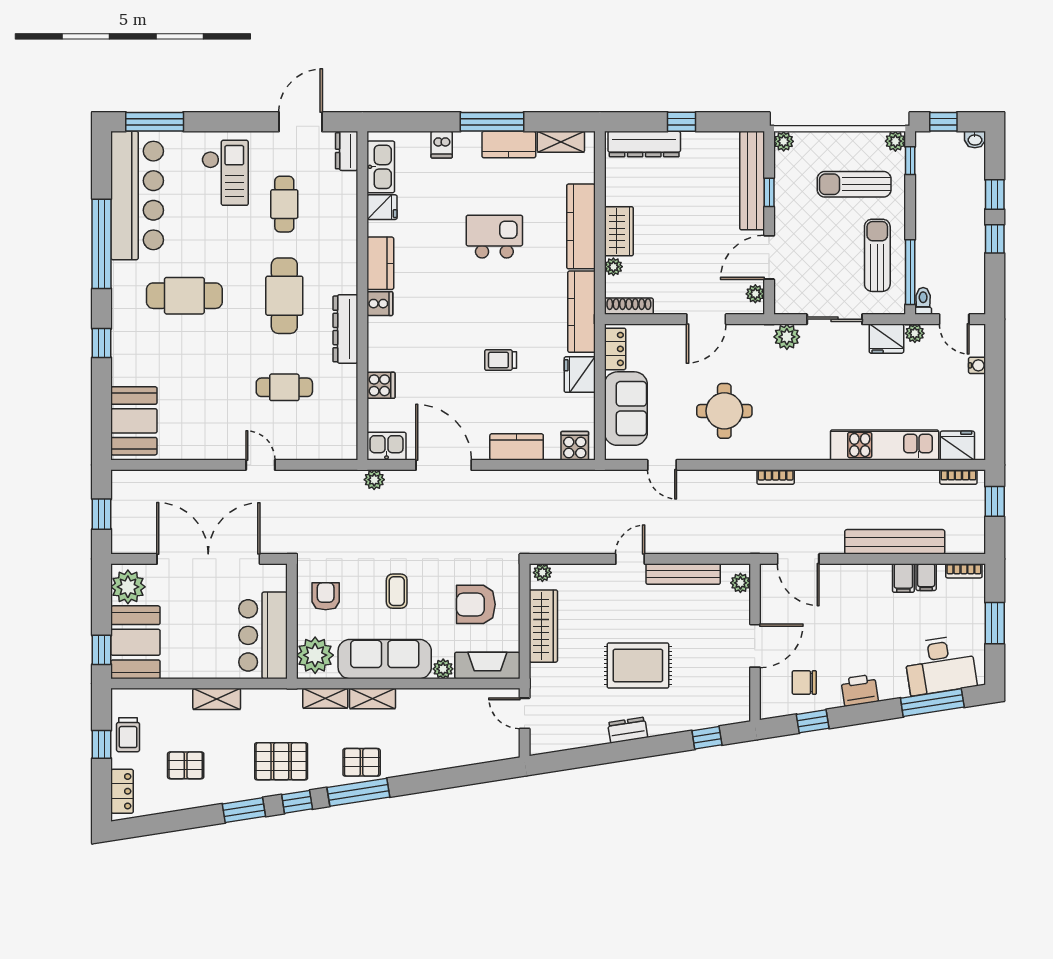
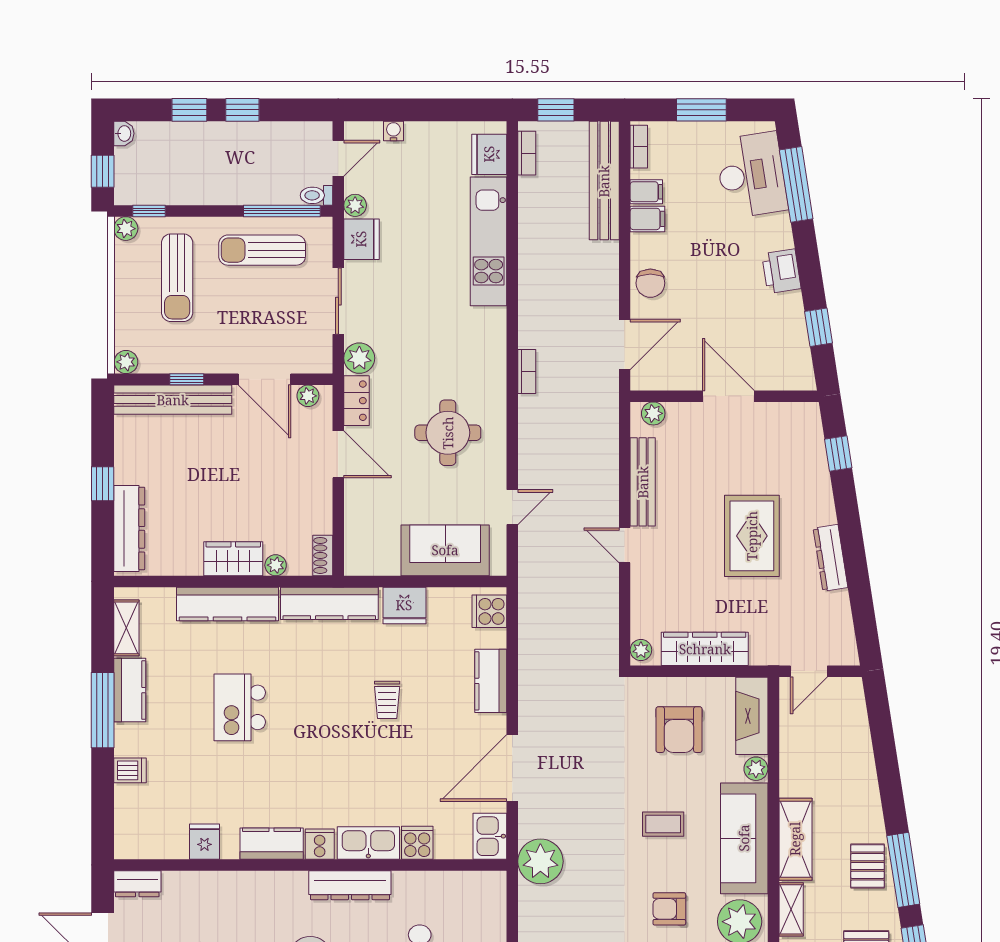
kitchen sink: (381, 167) -> (368, 843), moved
shoe rack: (629, 306) -> (323, 555), width x0.70
locker: (615, 349) -> (357, 401), moved, turned 90
plant: (374, 480) -> (540, 861), width x1.88, depth x1.88
bench: (895, 542) -> (604, 181), moved
chair: (804, 682) -> (650, 283), moved
shelving: (372, 699) -> (795, 839), width x1.50, depth x1.33
dresser: (628, 730) -> (830, 558), width x1.44

